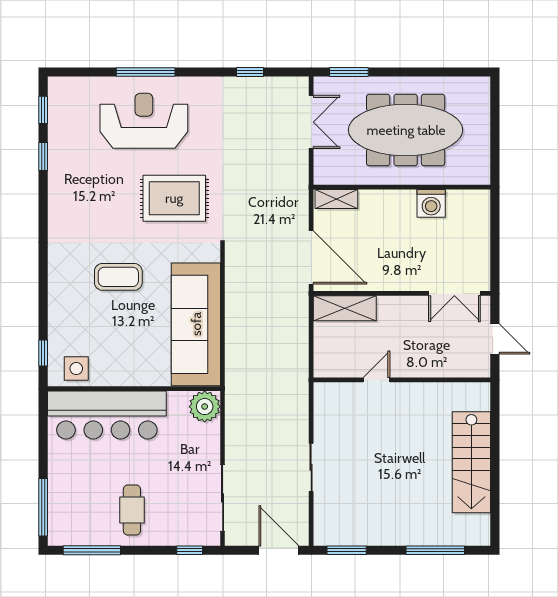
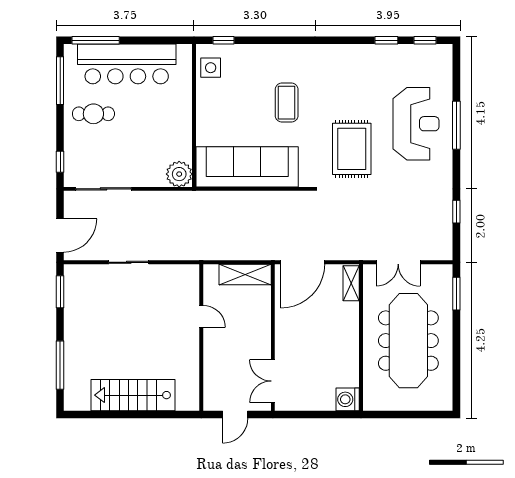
double door: (311, 122) -> (398, 262), moved
washing machine: (431, 203) -> (348, 399), moved
shelving: (345, 308) -> (245, 275), moved, turned 90
bar counter: (107, 415) -> (127, 64), moved, turned -90

